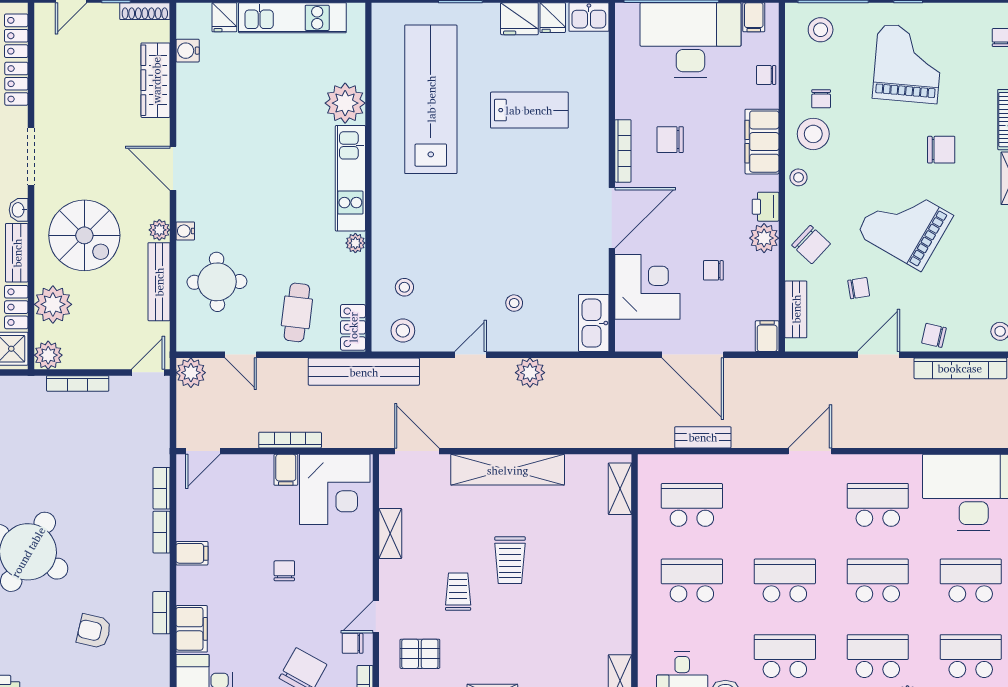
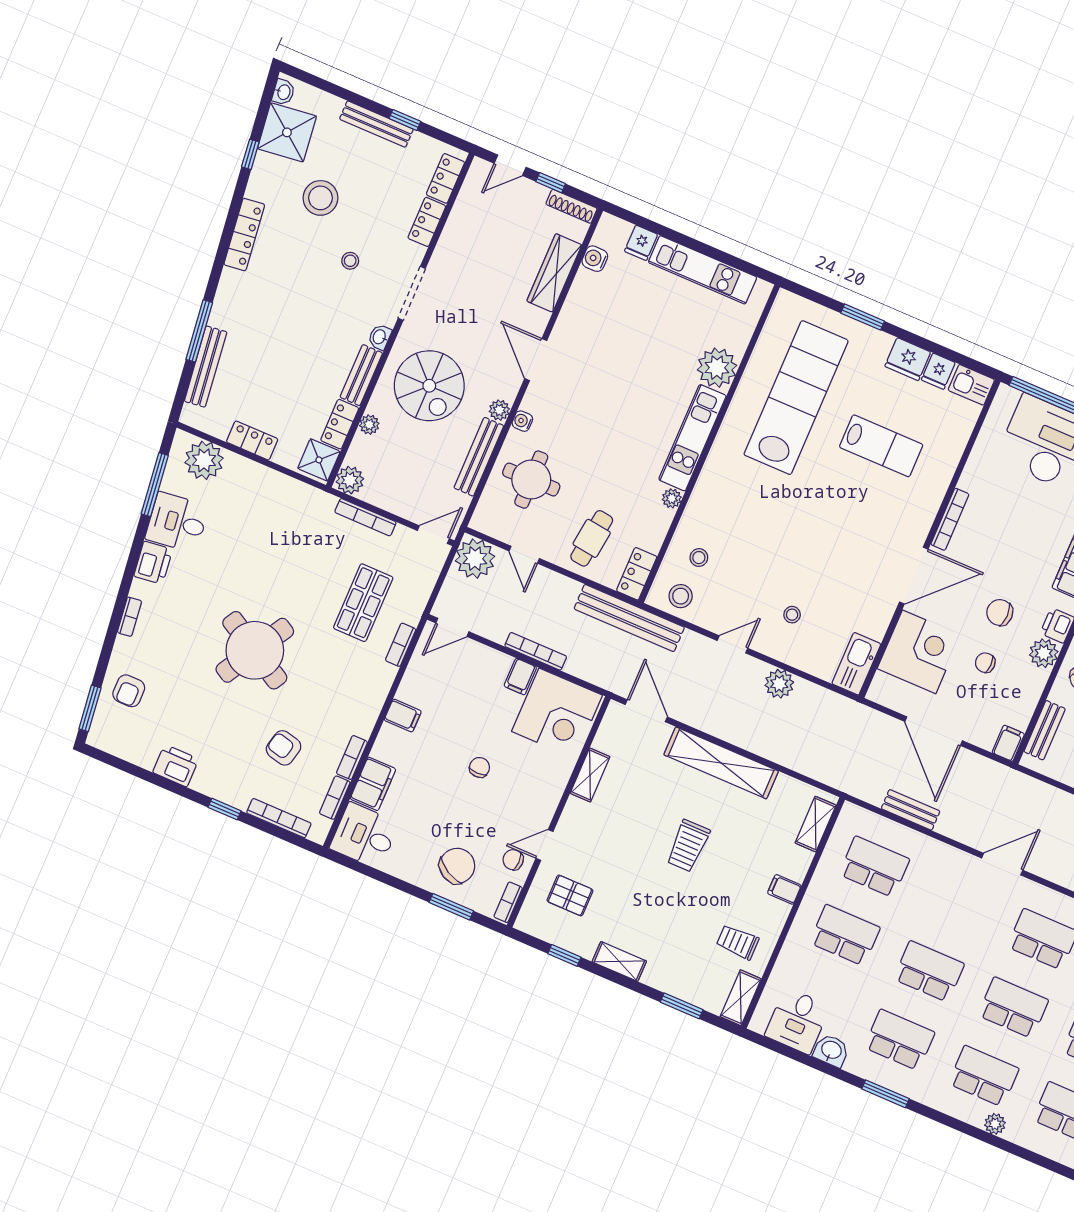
chair: (670, 140) -> (1000, 613), moved
plant: (53, 304) -> (369, 425), width x0.53, depth x0.53
plant: (191, 373) -> (475, 559), width x1.36, depth x1.36
shop shelf: (110, 464) -> (363, 603), added
bookcase: (162, 532) -> (335, 798), moved
filing cabinet: (617, 562) -> (784, 889), added
trolley: (458, 592) -> (738, 942), moved, turned -90

